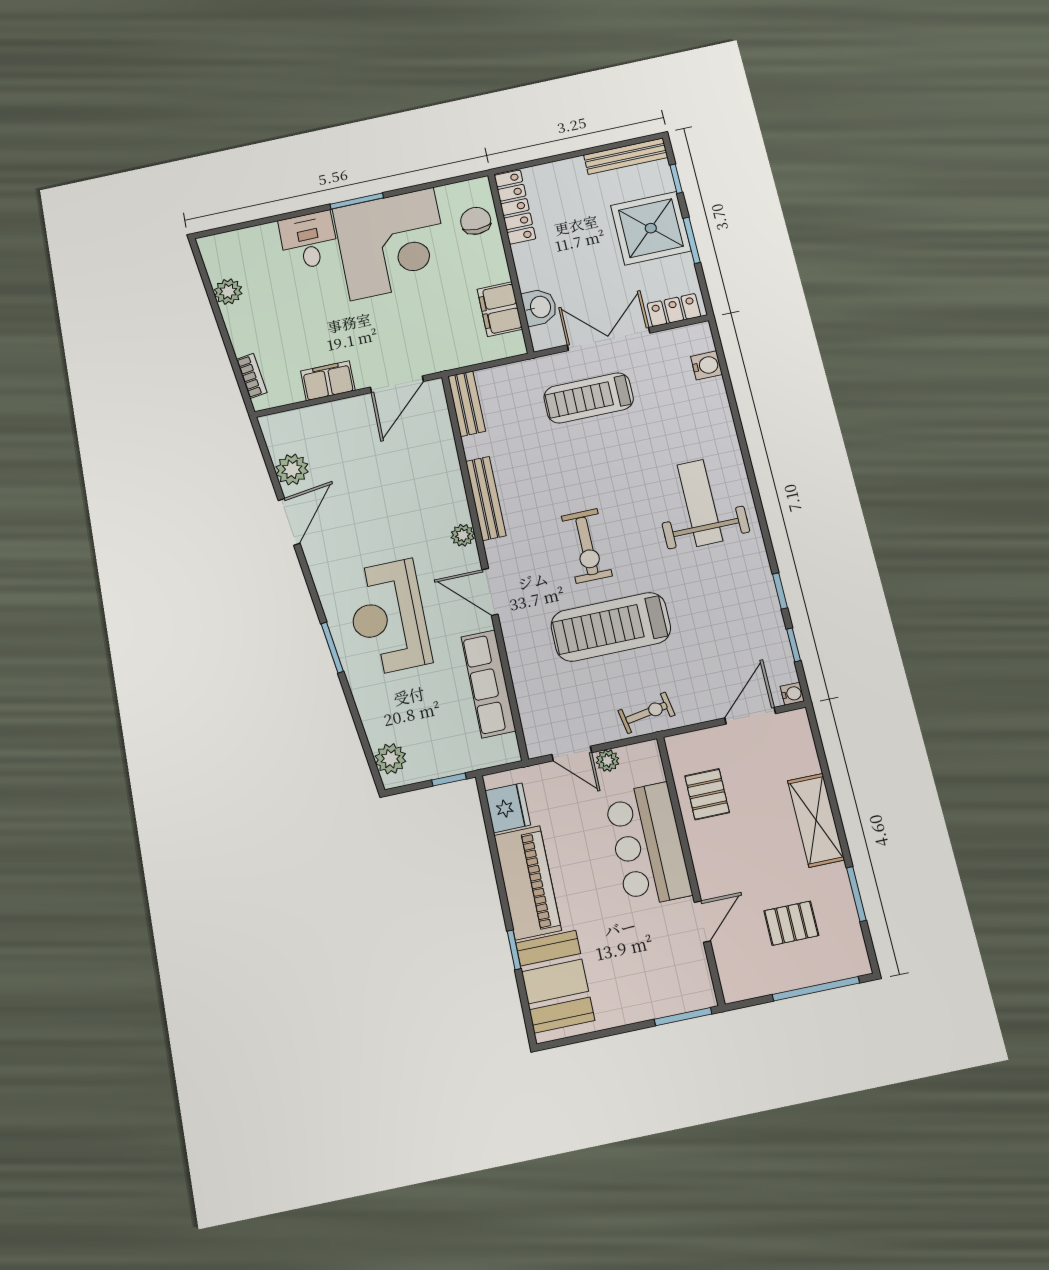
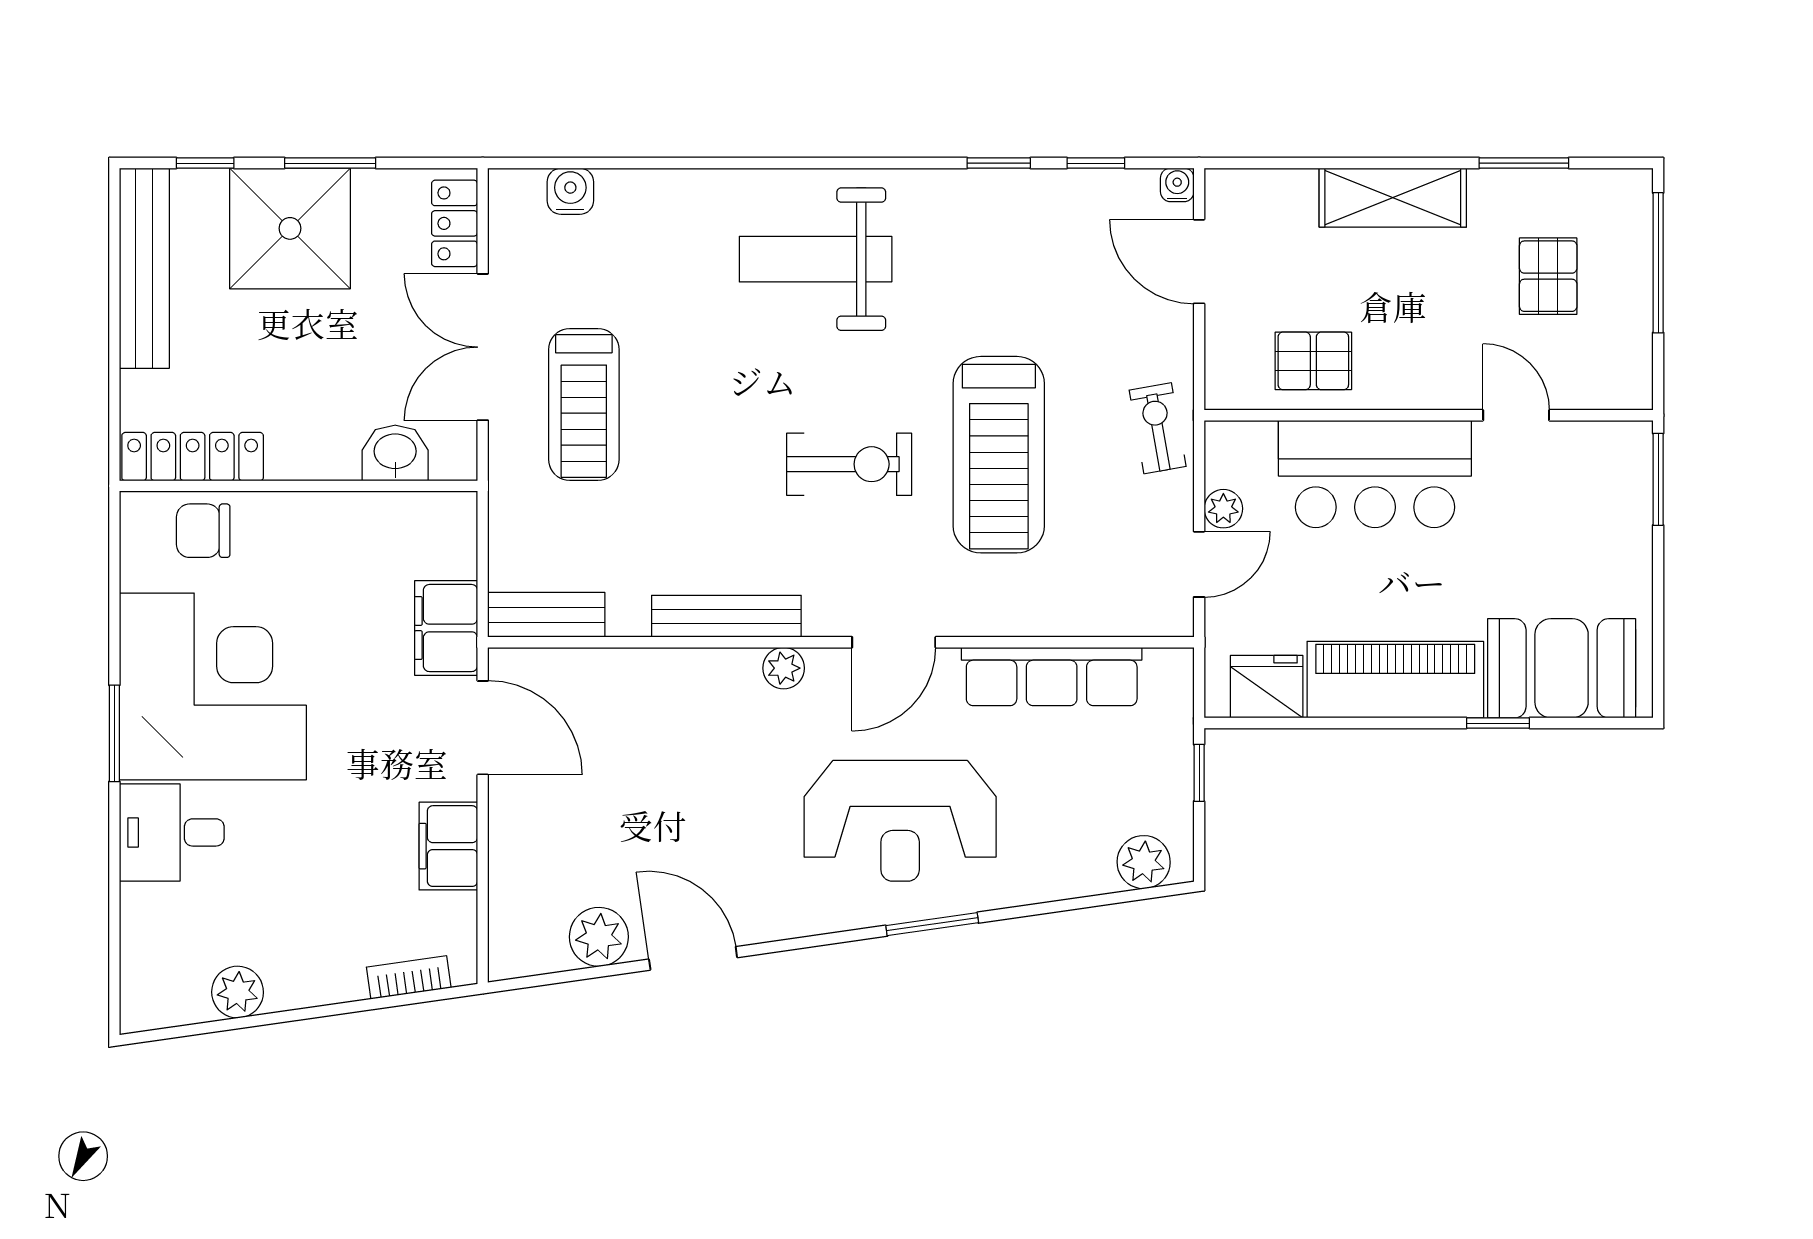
bench: (626, 156) -> (144, 268), width x1.37, depth x1.21
filing cabinet: (500, 309) -> (446, 628), moved, turned 90

